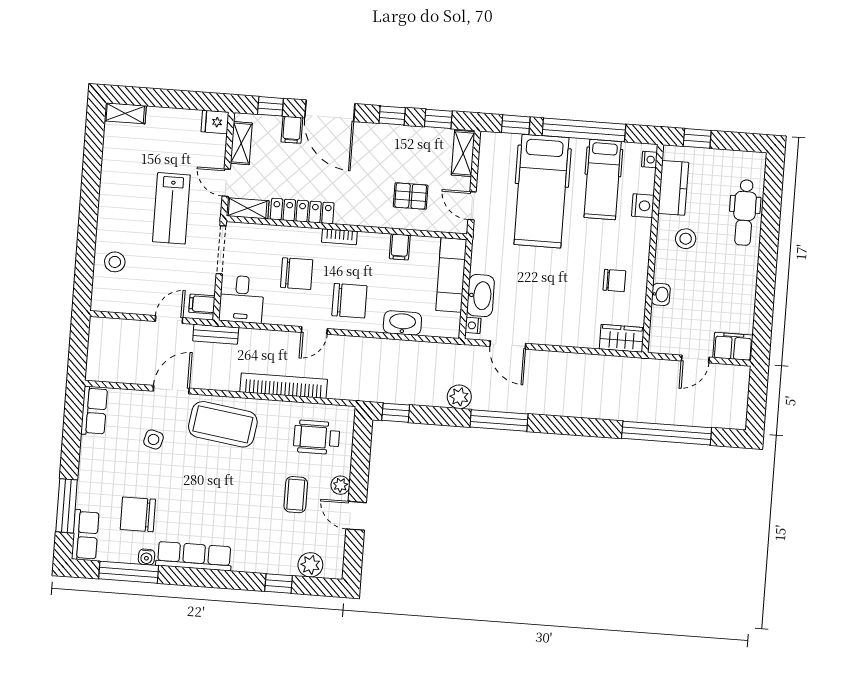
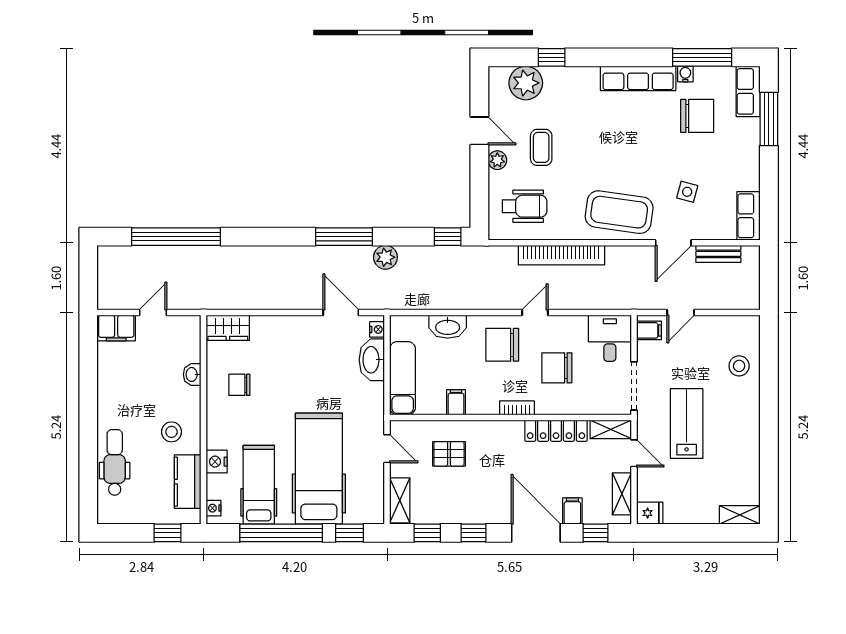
bench: (216, 334) -> (718, 254), moved
plant: (310, 565) -> (526, 83), width x1.36, depth x1.36

